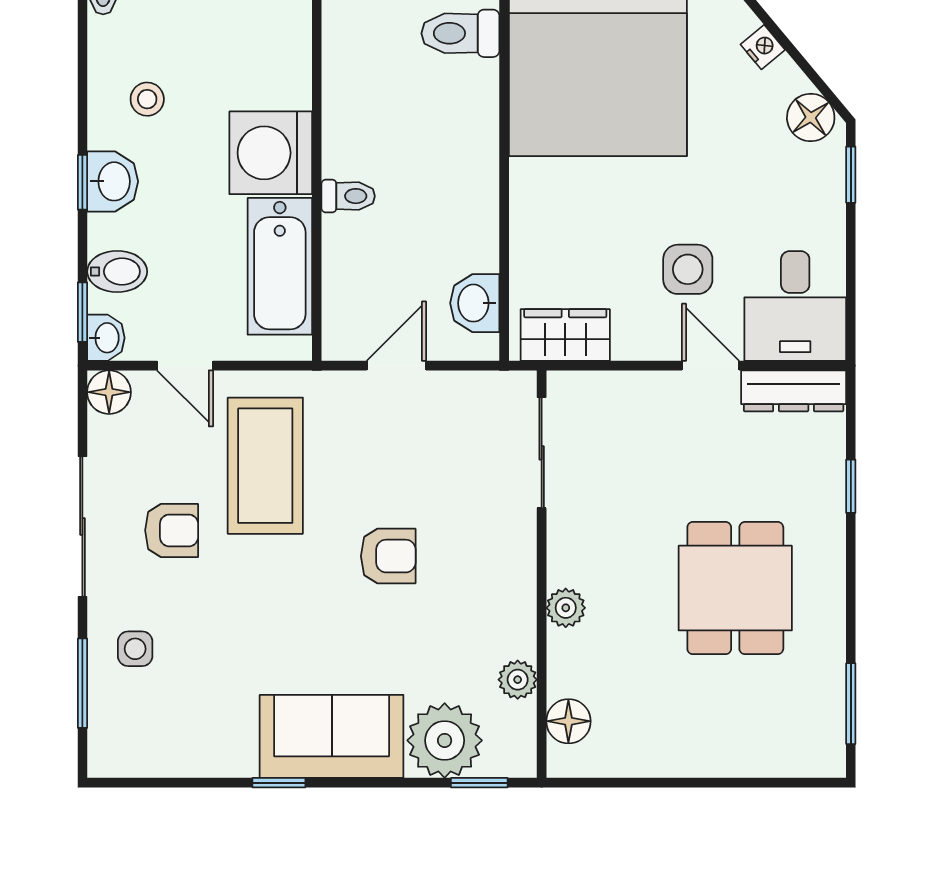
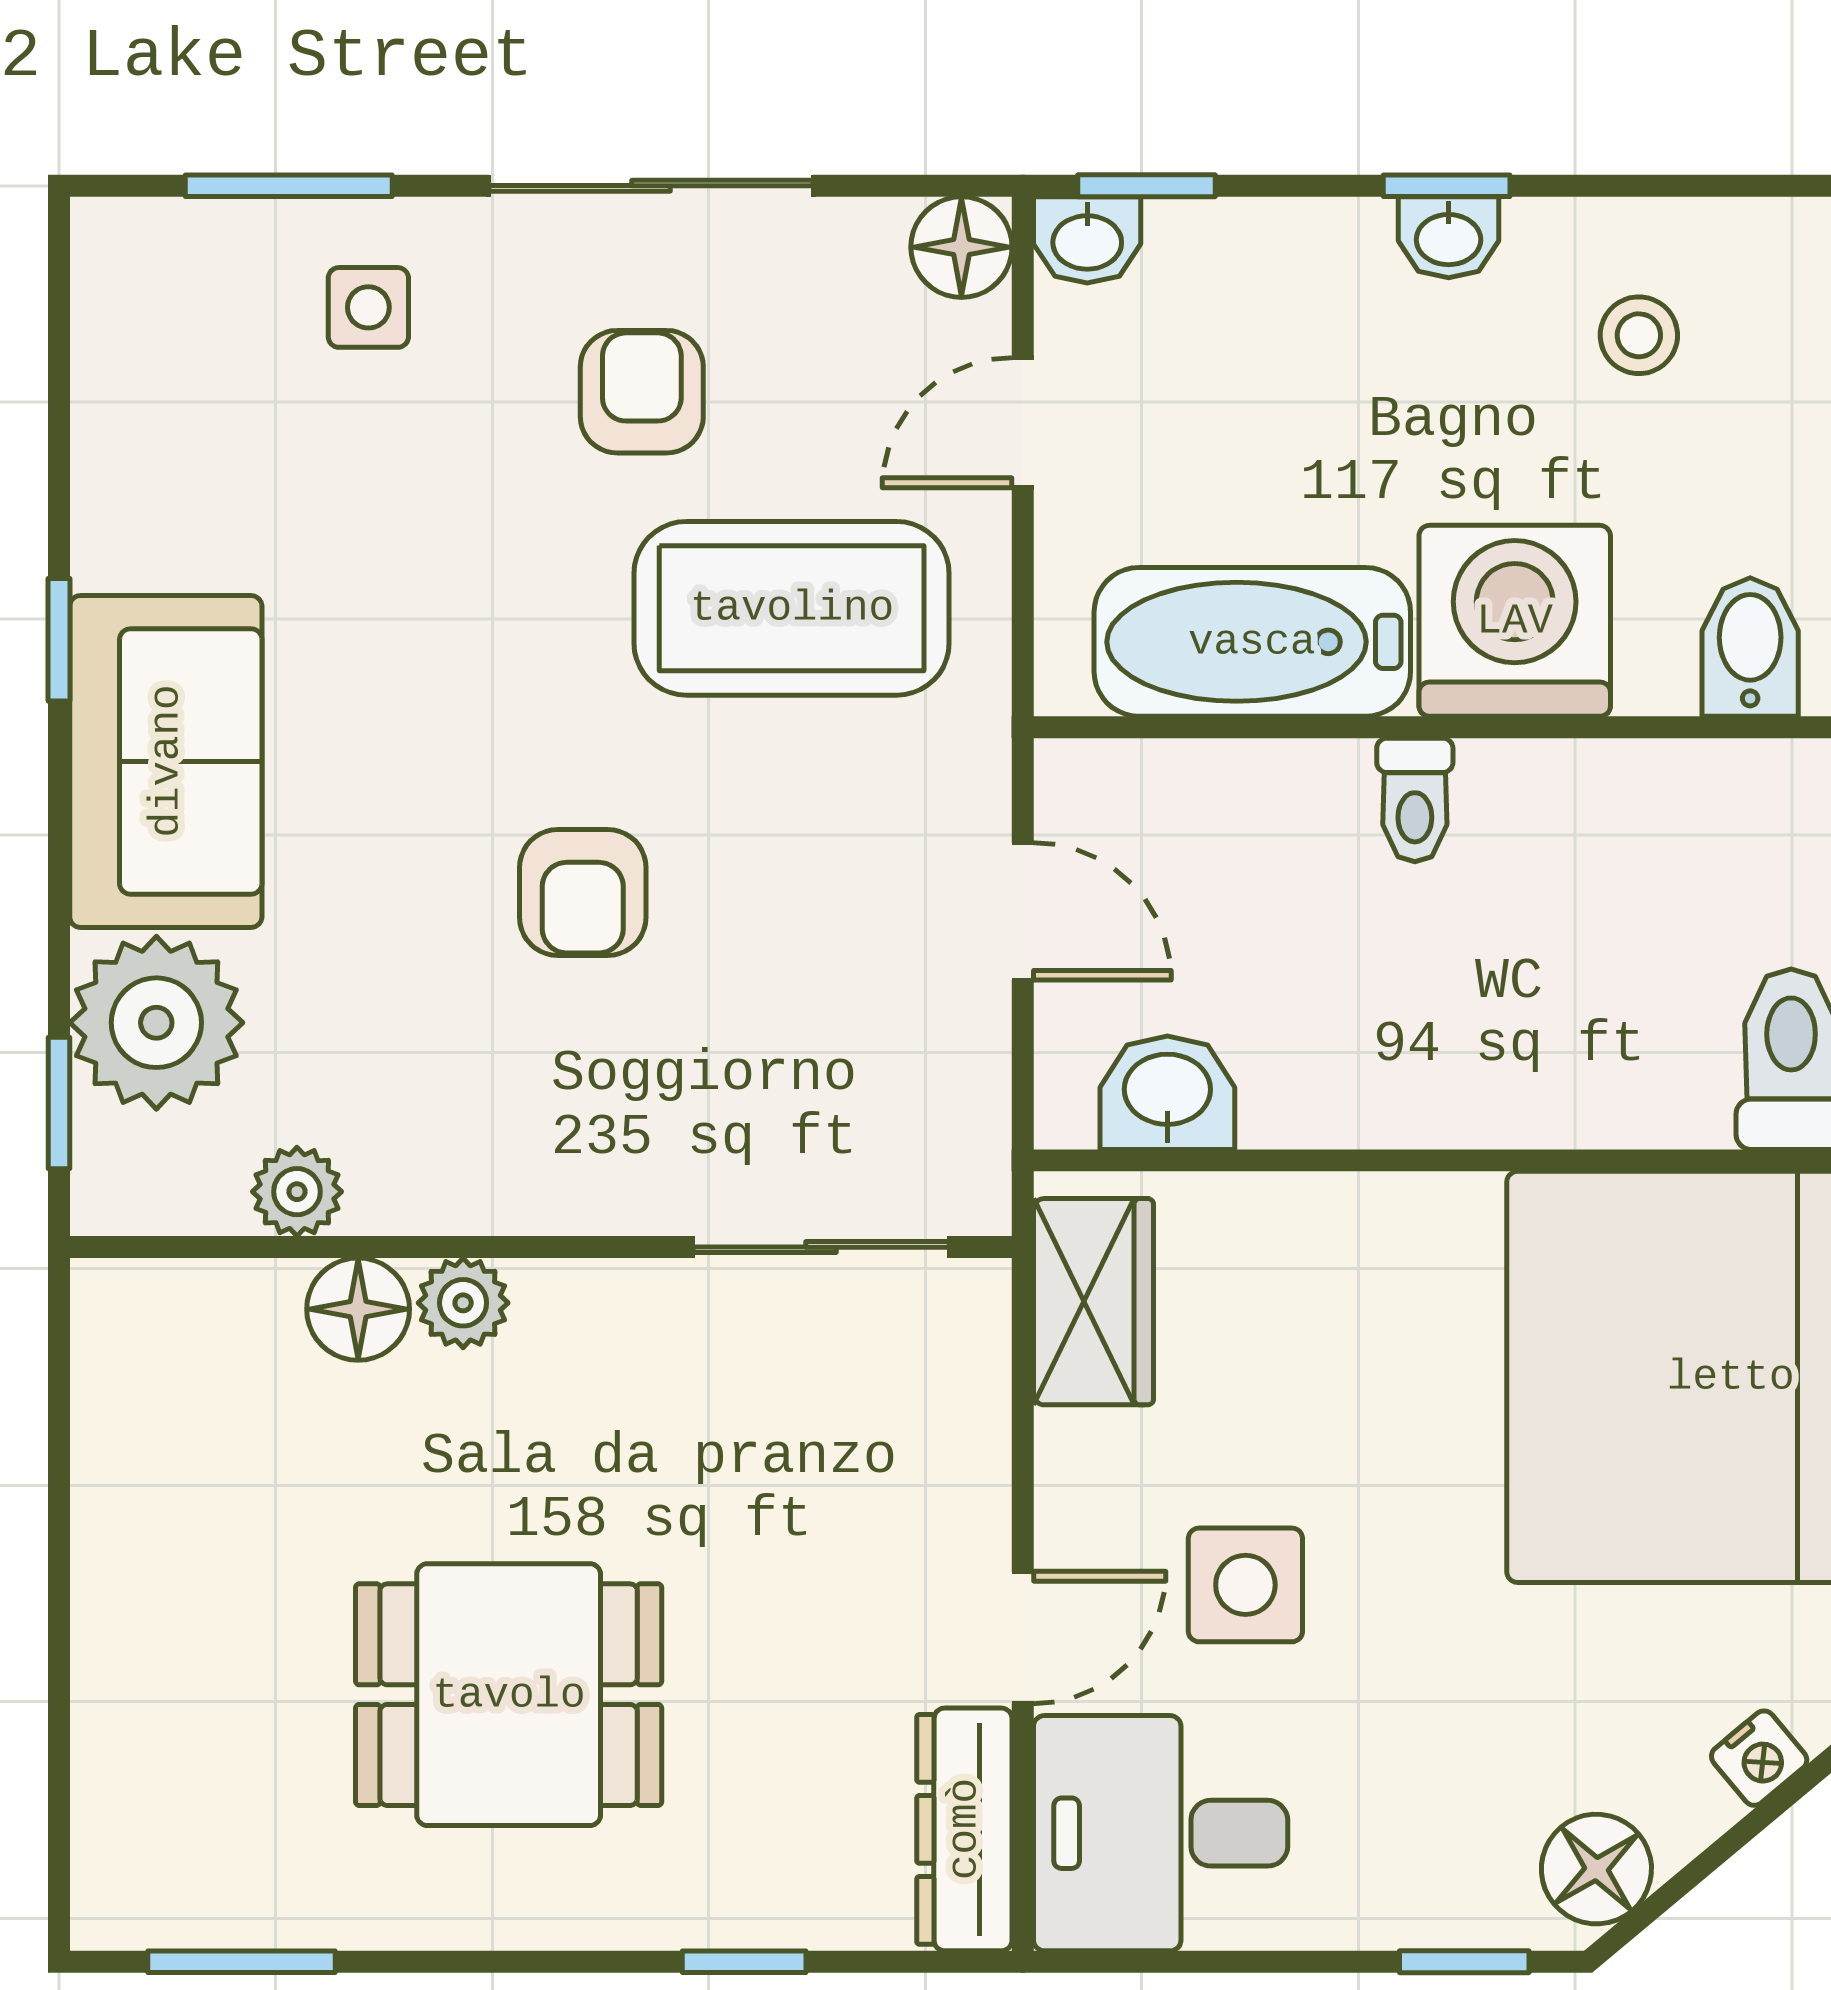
washbasin: (113, 181) -> (1449, 237), width x0.72, depth x0.69
bidet: (117, 272) -> (1750, 647), moved, turned 180
armchair: (172, 530) -> (642, 392), turned 180
floor lamp: (568, 721) -> (358, 1309), moved

